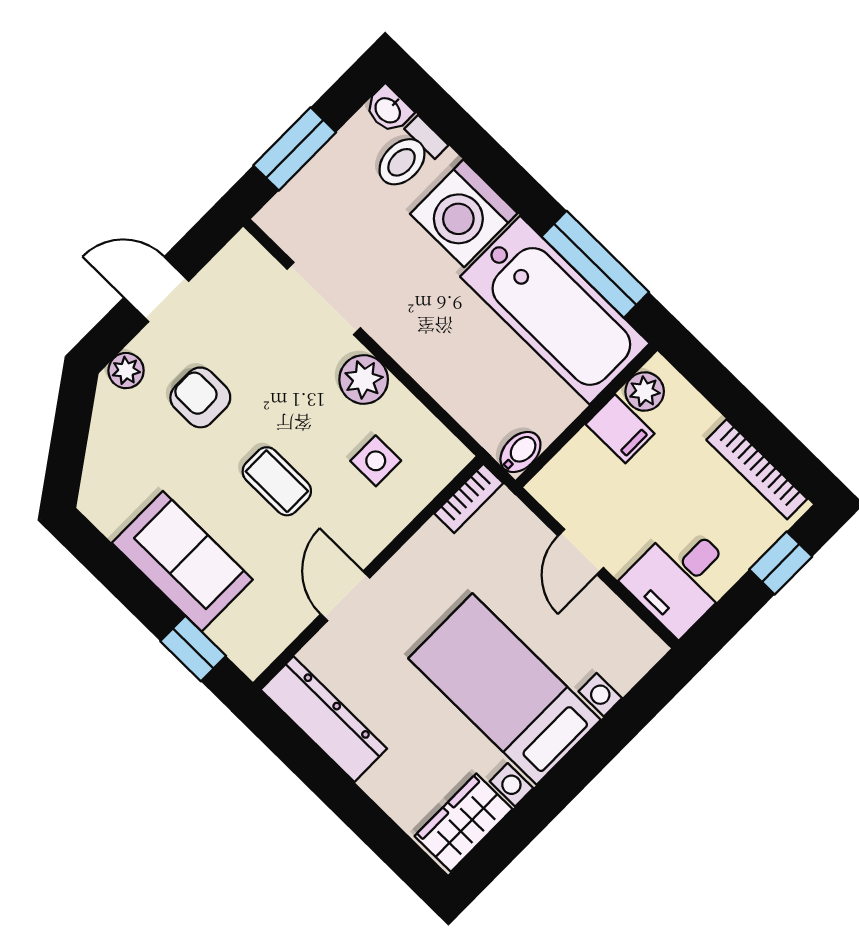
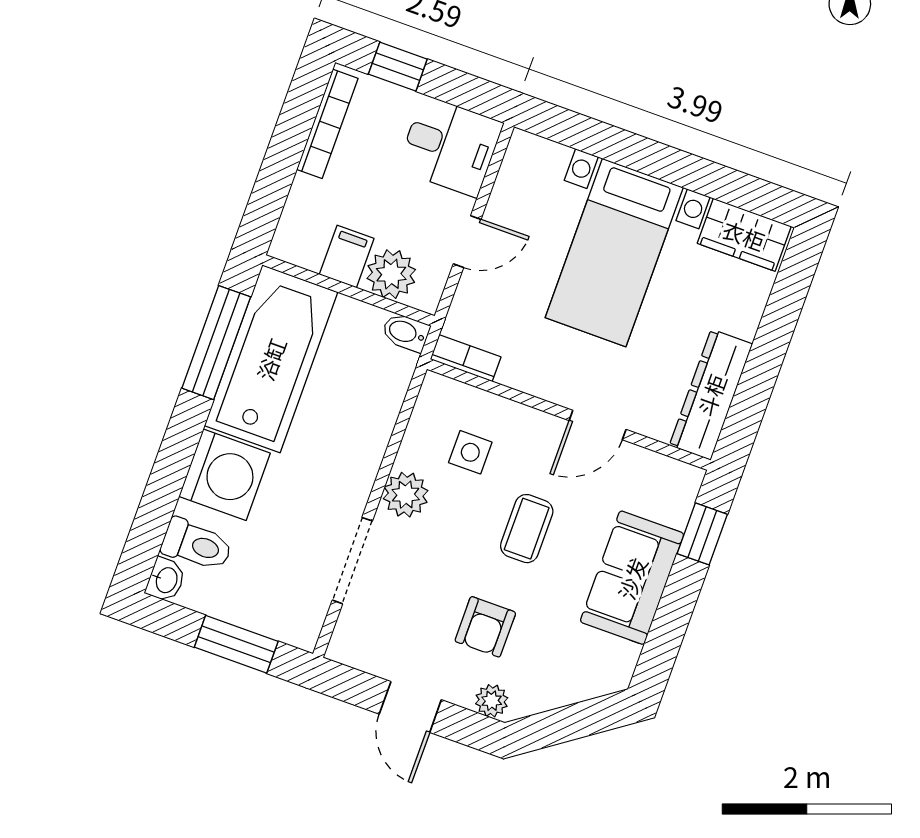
plant: (645, 391) -> (391, 274), moved, width x1.38, depth x1.38

